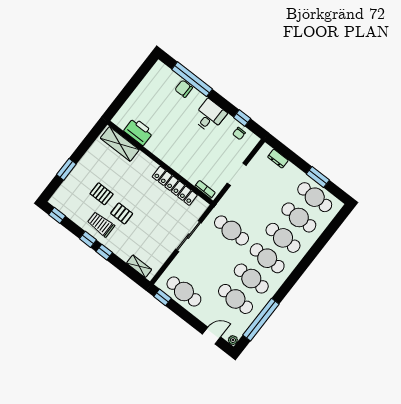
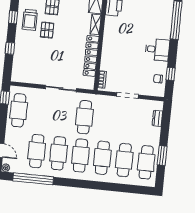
chair: (184, 89) -> (165, 18), removed
trolley: (101, 224) -> (30, 20), turned 180
window: (104, 252) -> (10, 48), moved
shelving: (139, 266) -> (96, 24), moved

